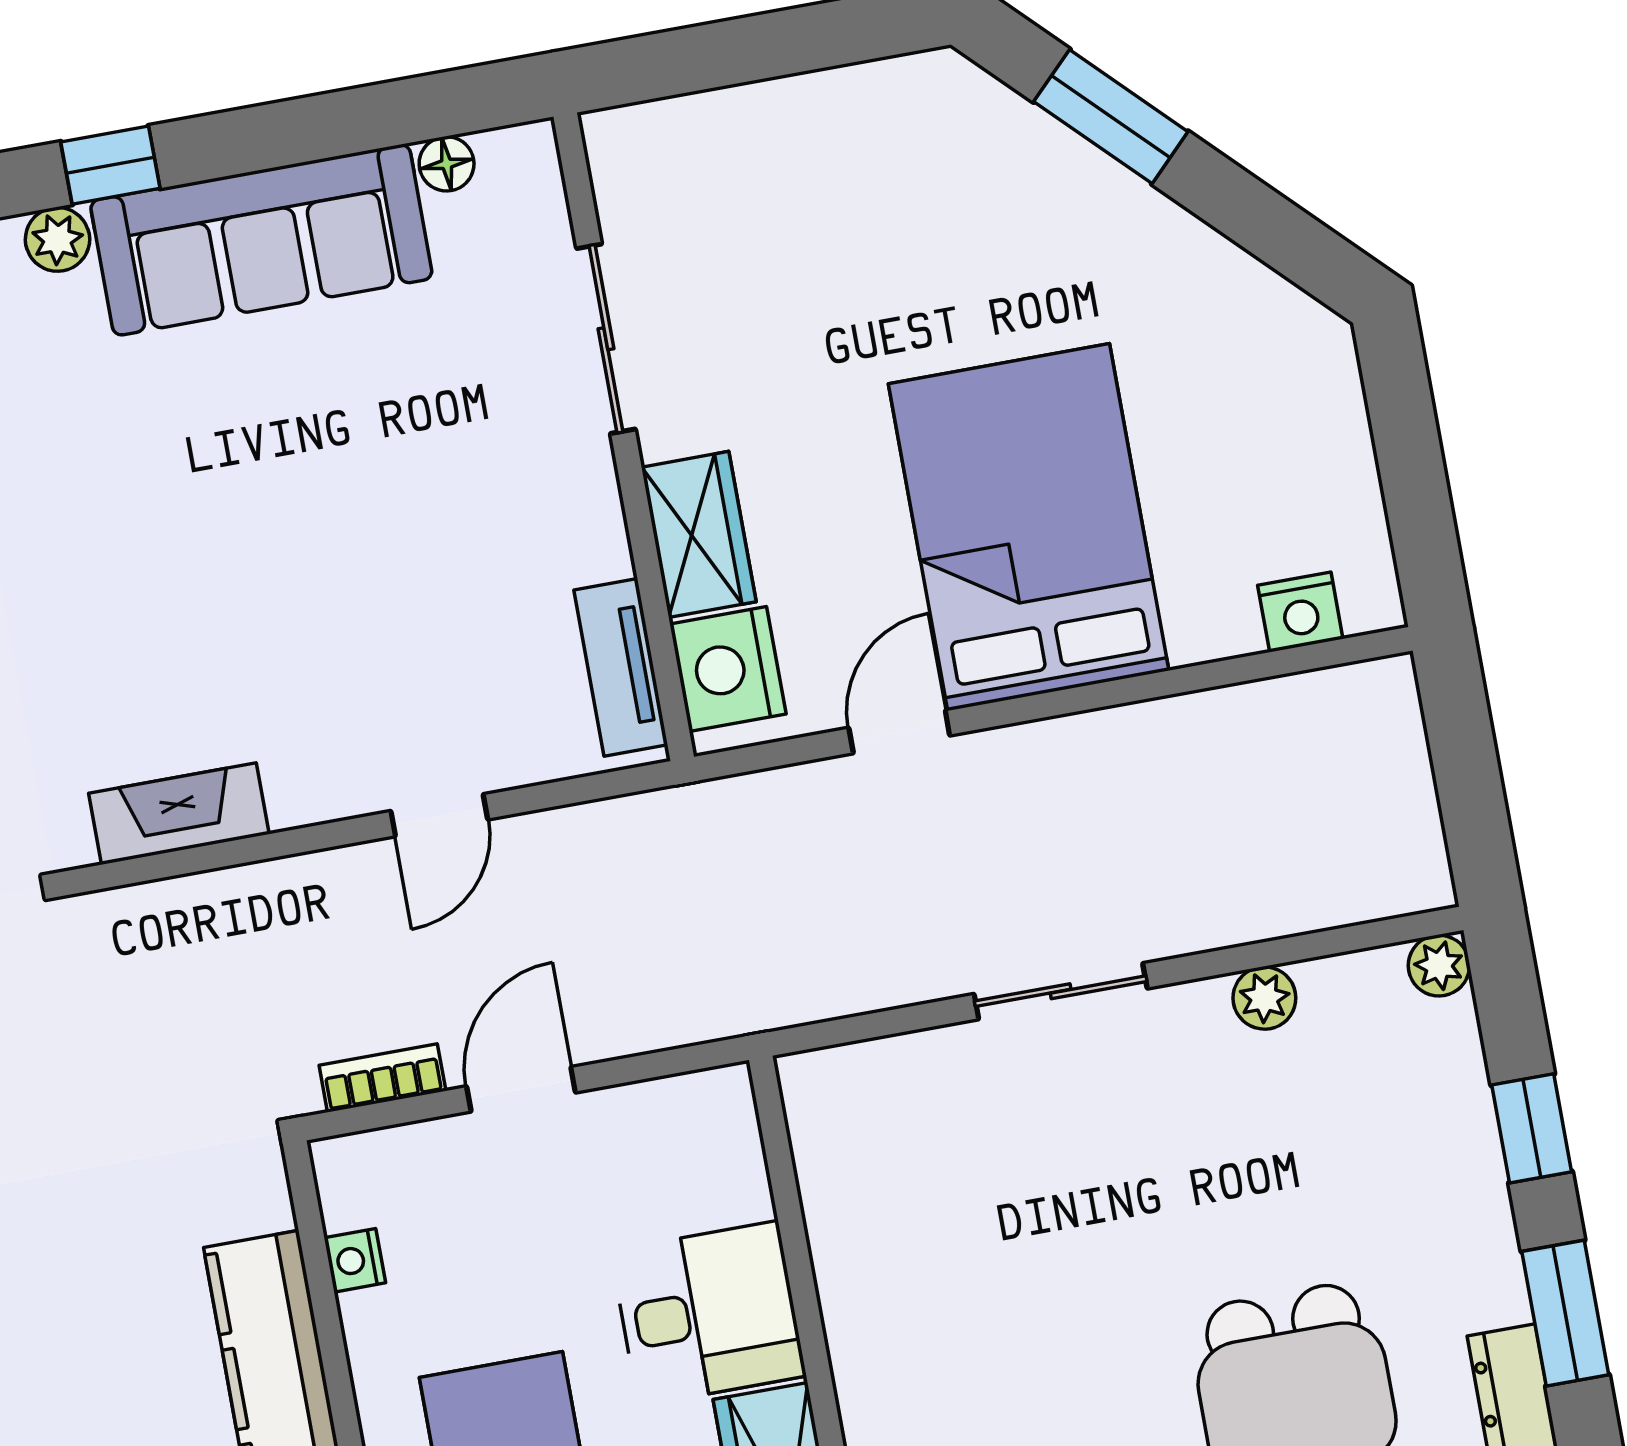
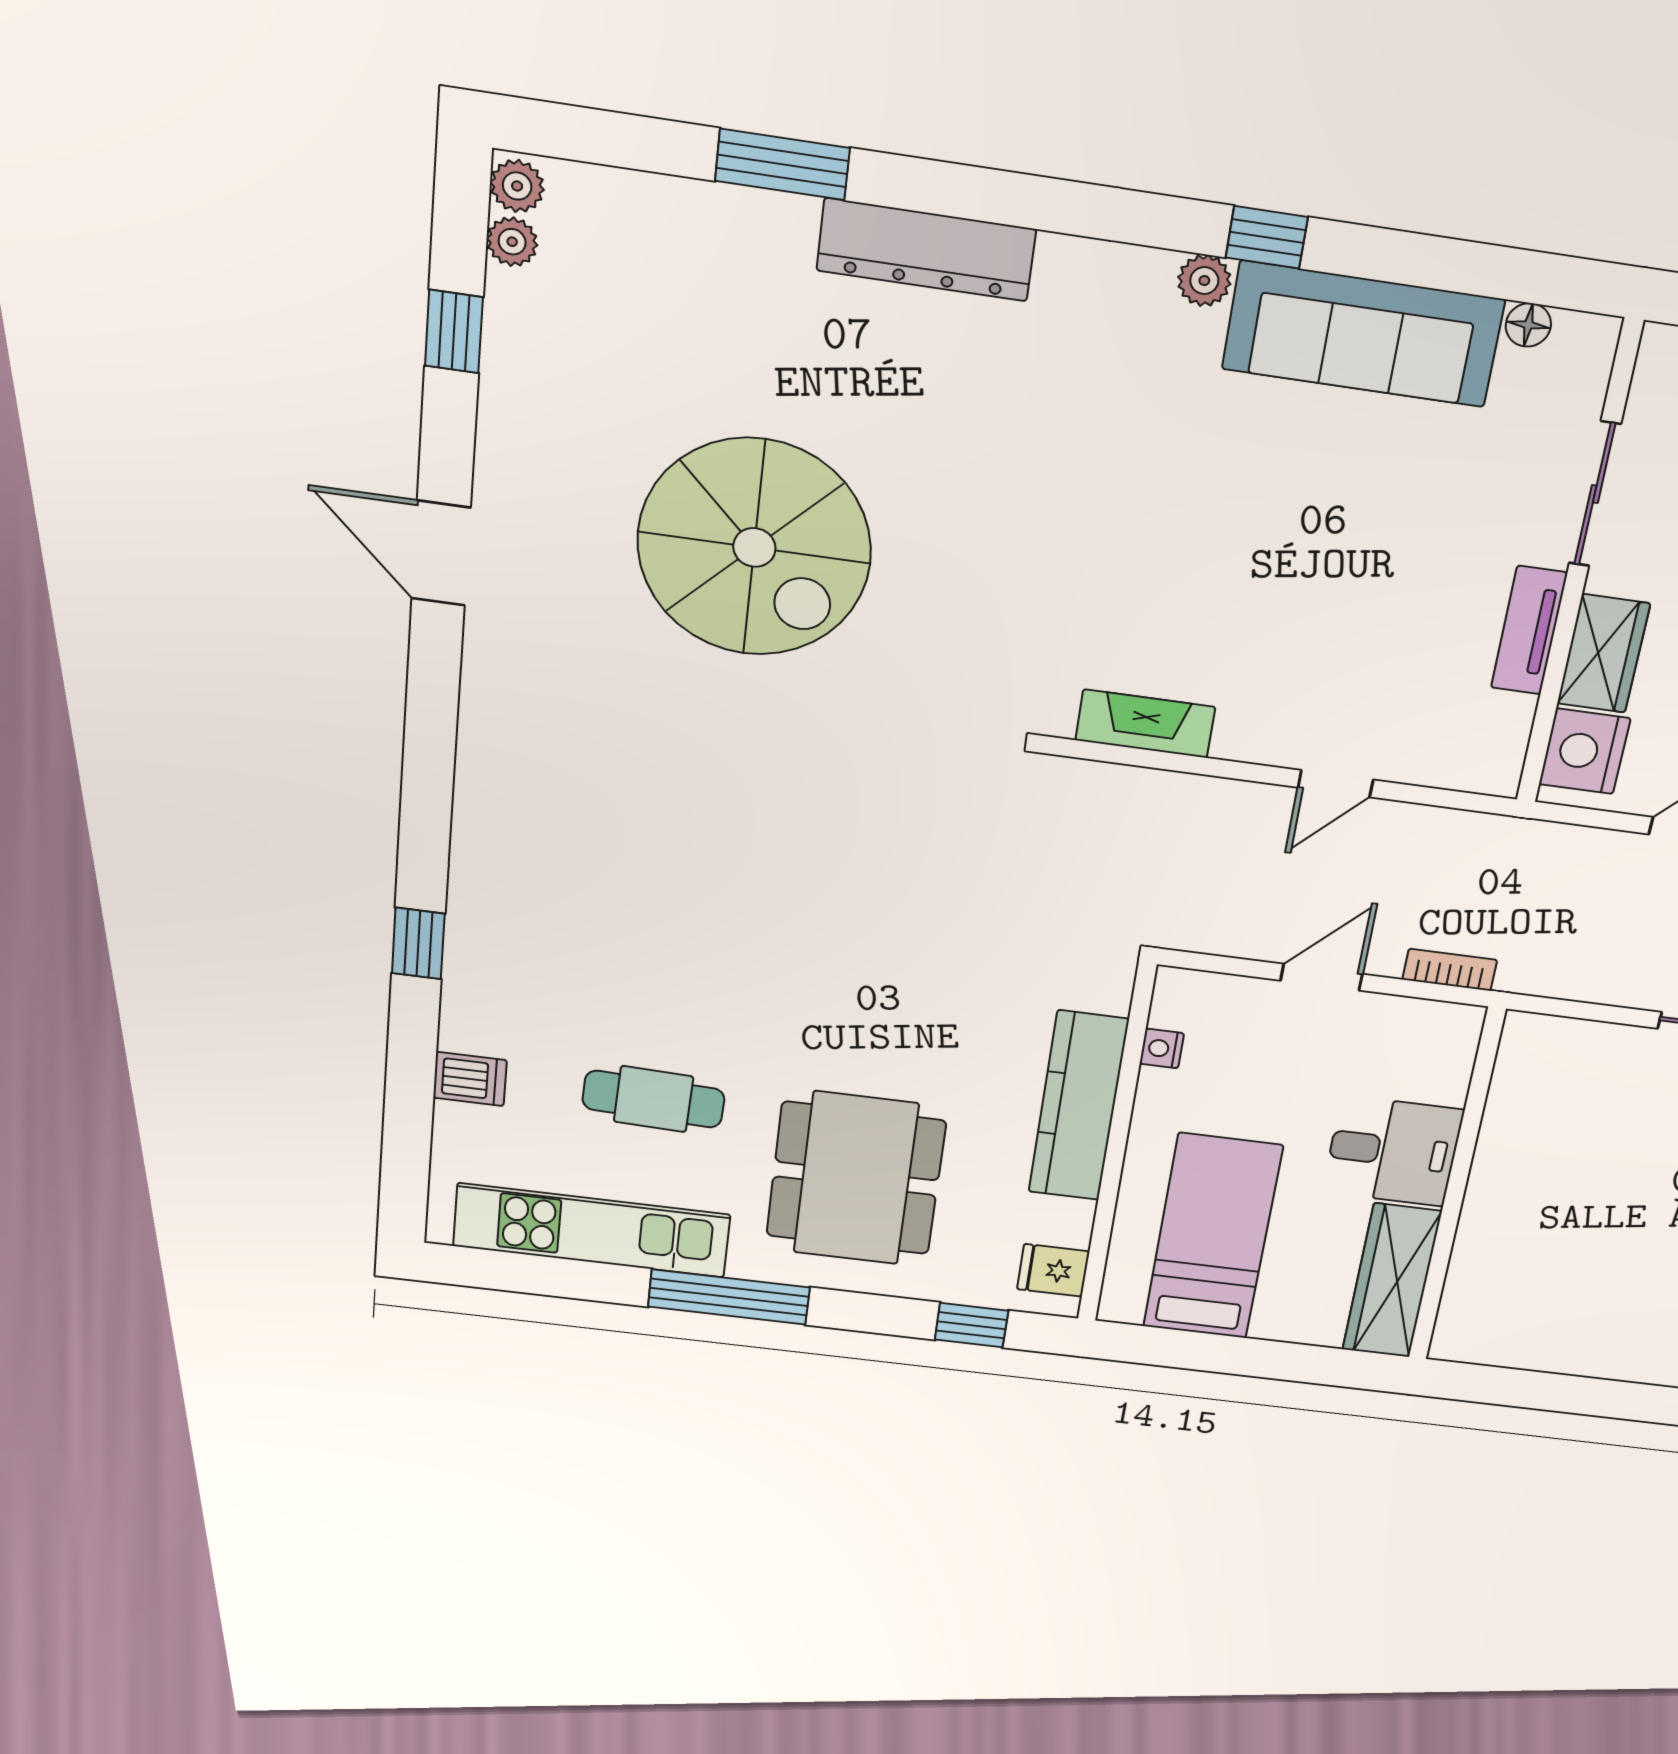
tv unit: (621, 667) -> (1529, 630), moved
bookcase: (382, 1078) -> (1450, 970), moved

